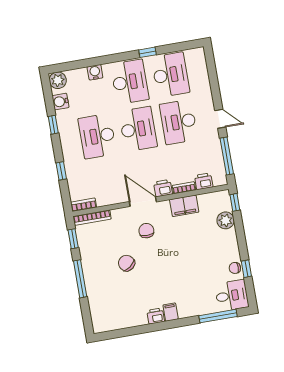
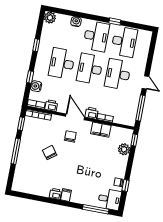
water cooler: (60, 102) -> (36, 86), moved
desk: (138, 129) -> (90, 69), turned 180
printer: (204, 181) -> (51, 106), moved

